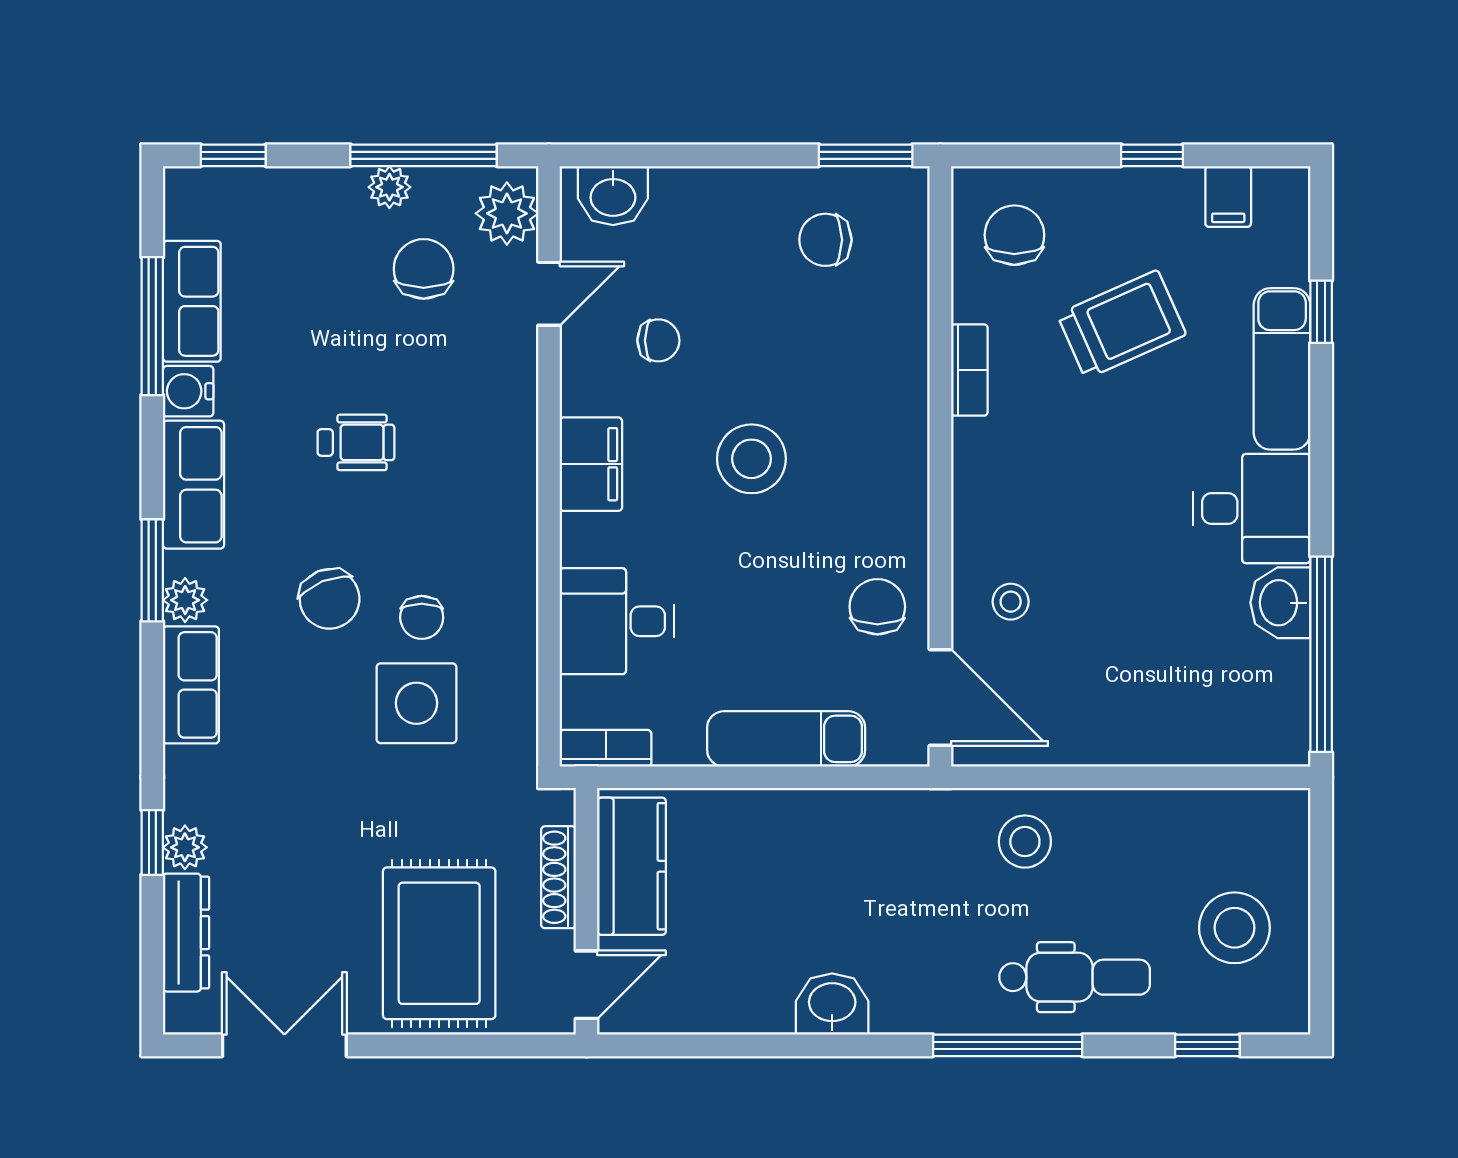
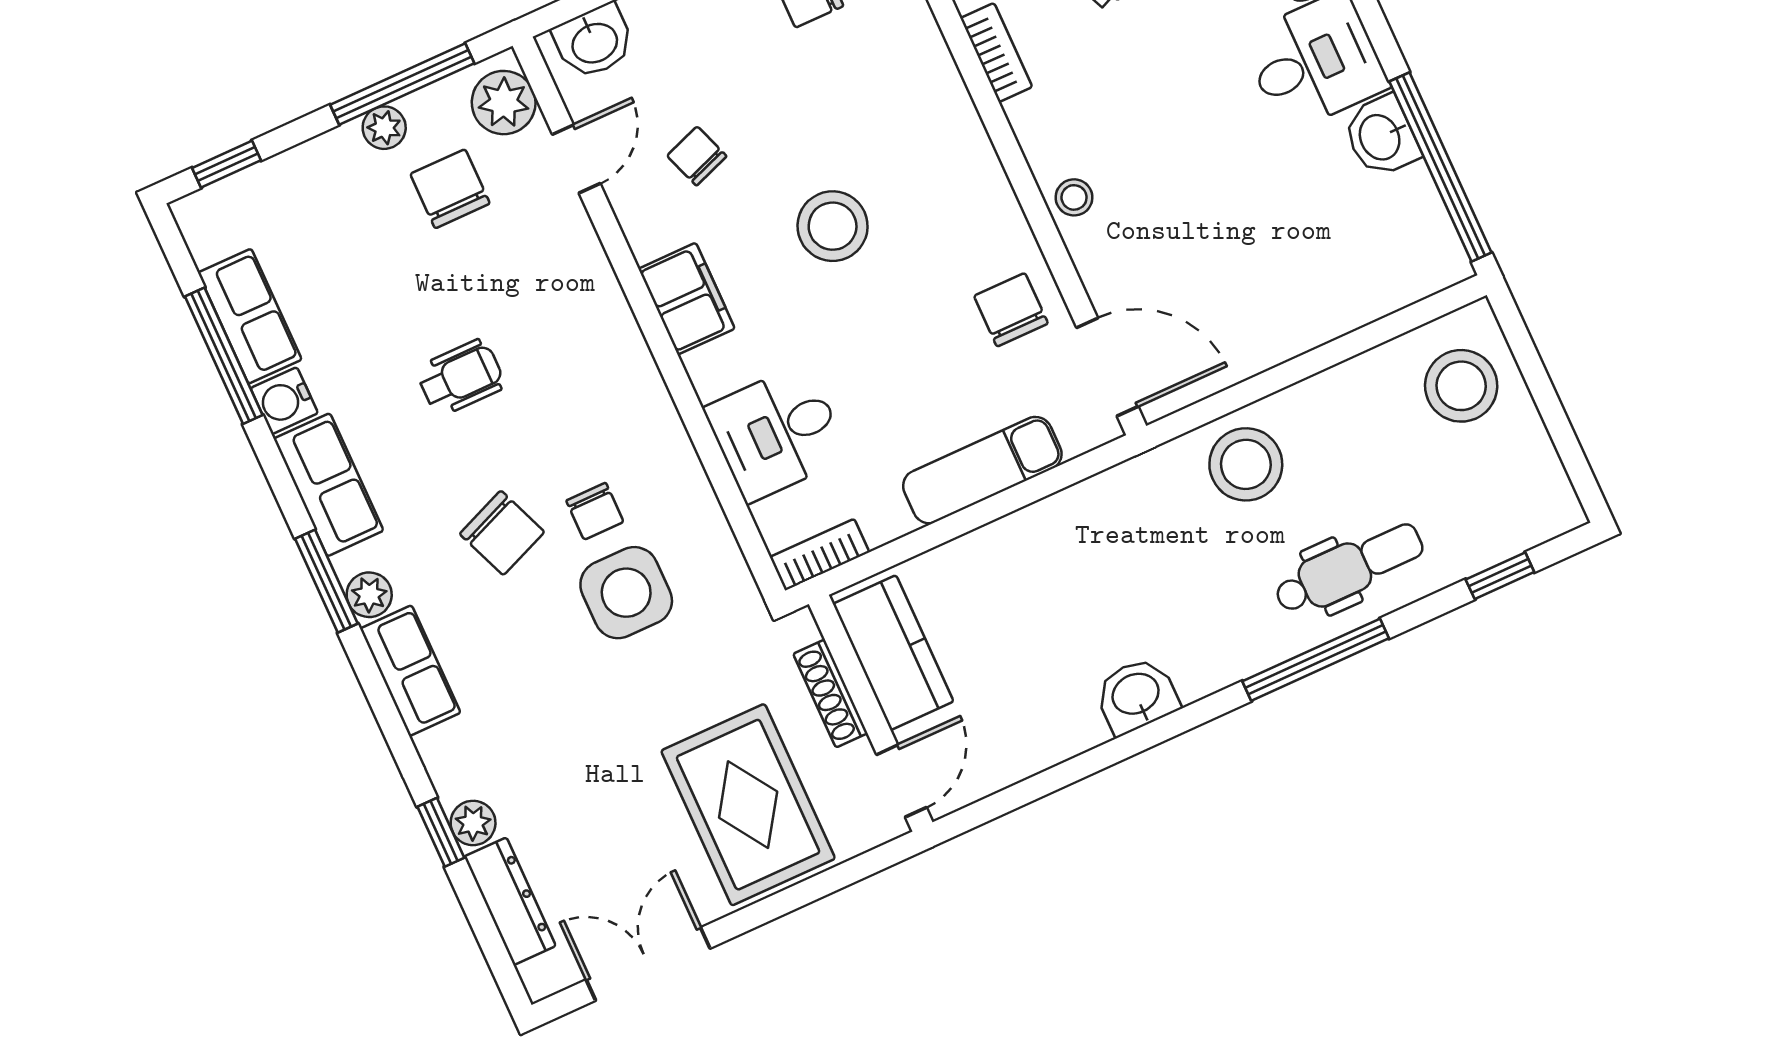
chair: (658, 340) -> (697, 156), turned -110
stool: (1011, 602) -> (1074, 197), moved
stool: (1025, 842) -> (1246, 464), width x1.38, depth x1.38
stool: (1234, 928) -> (1461, 386), moved

